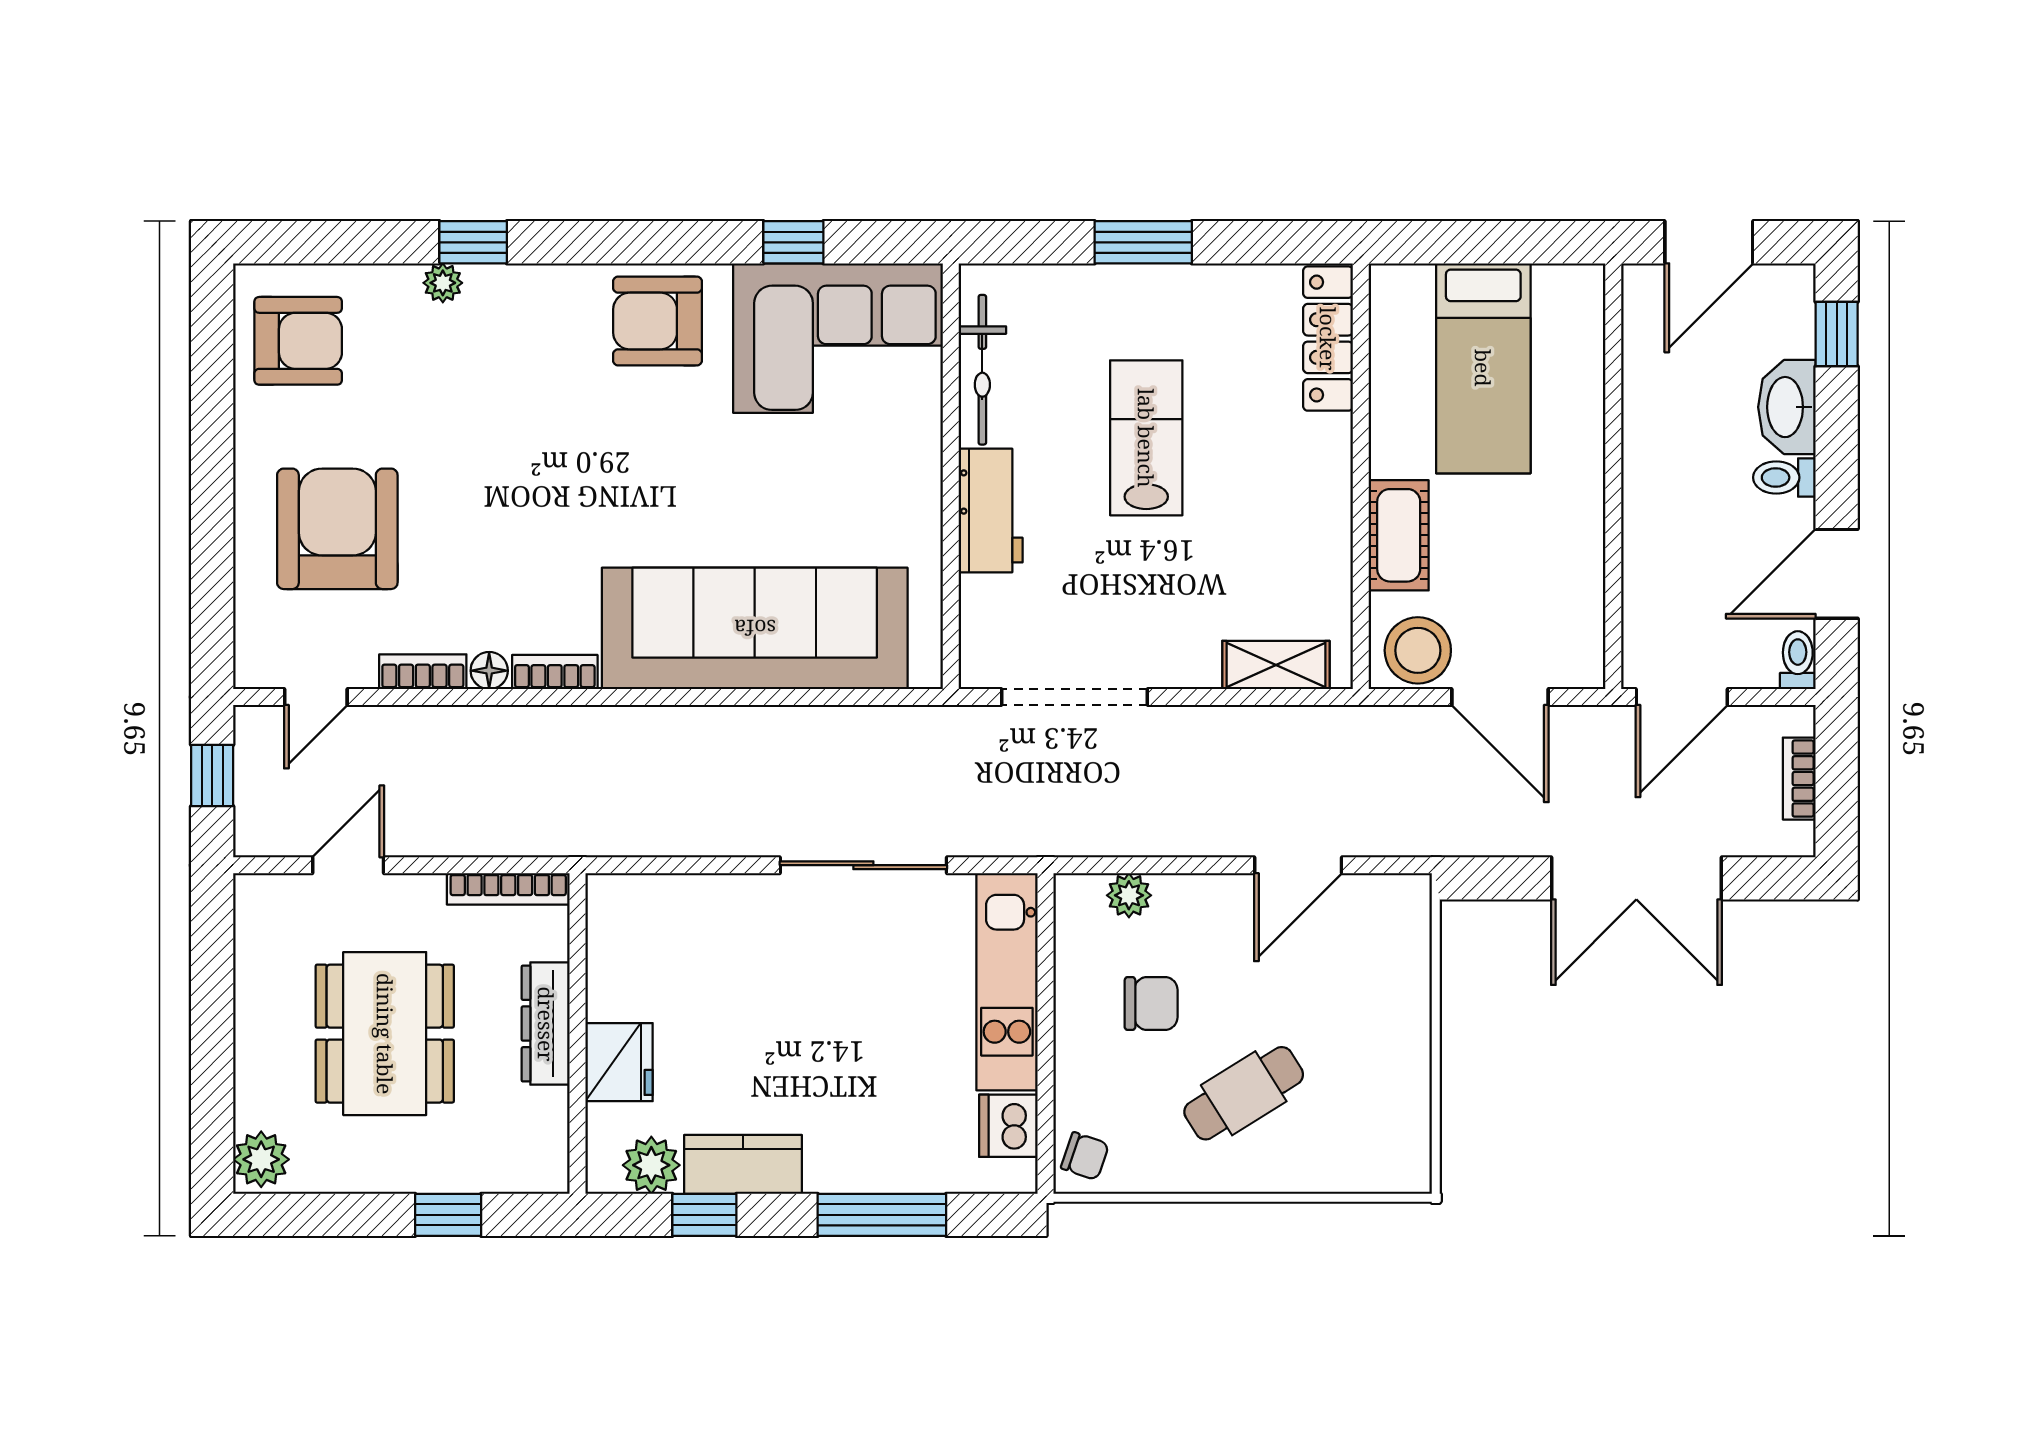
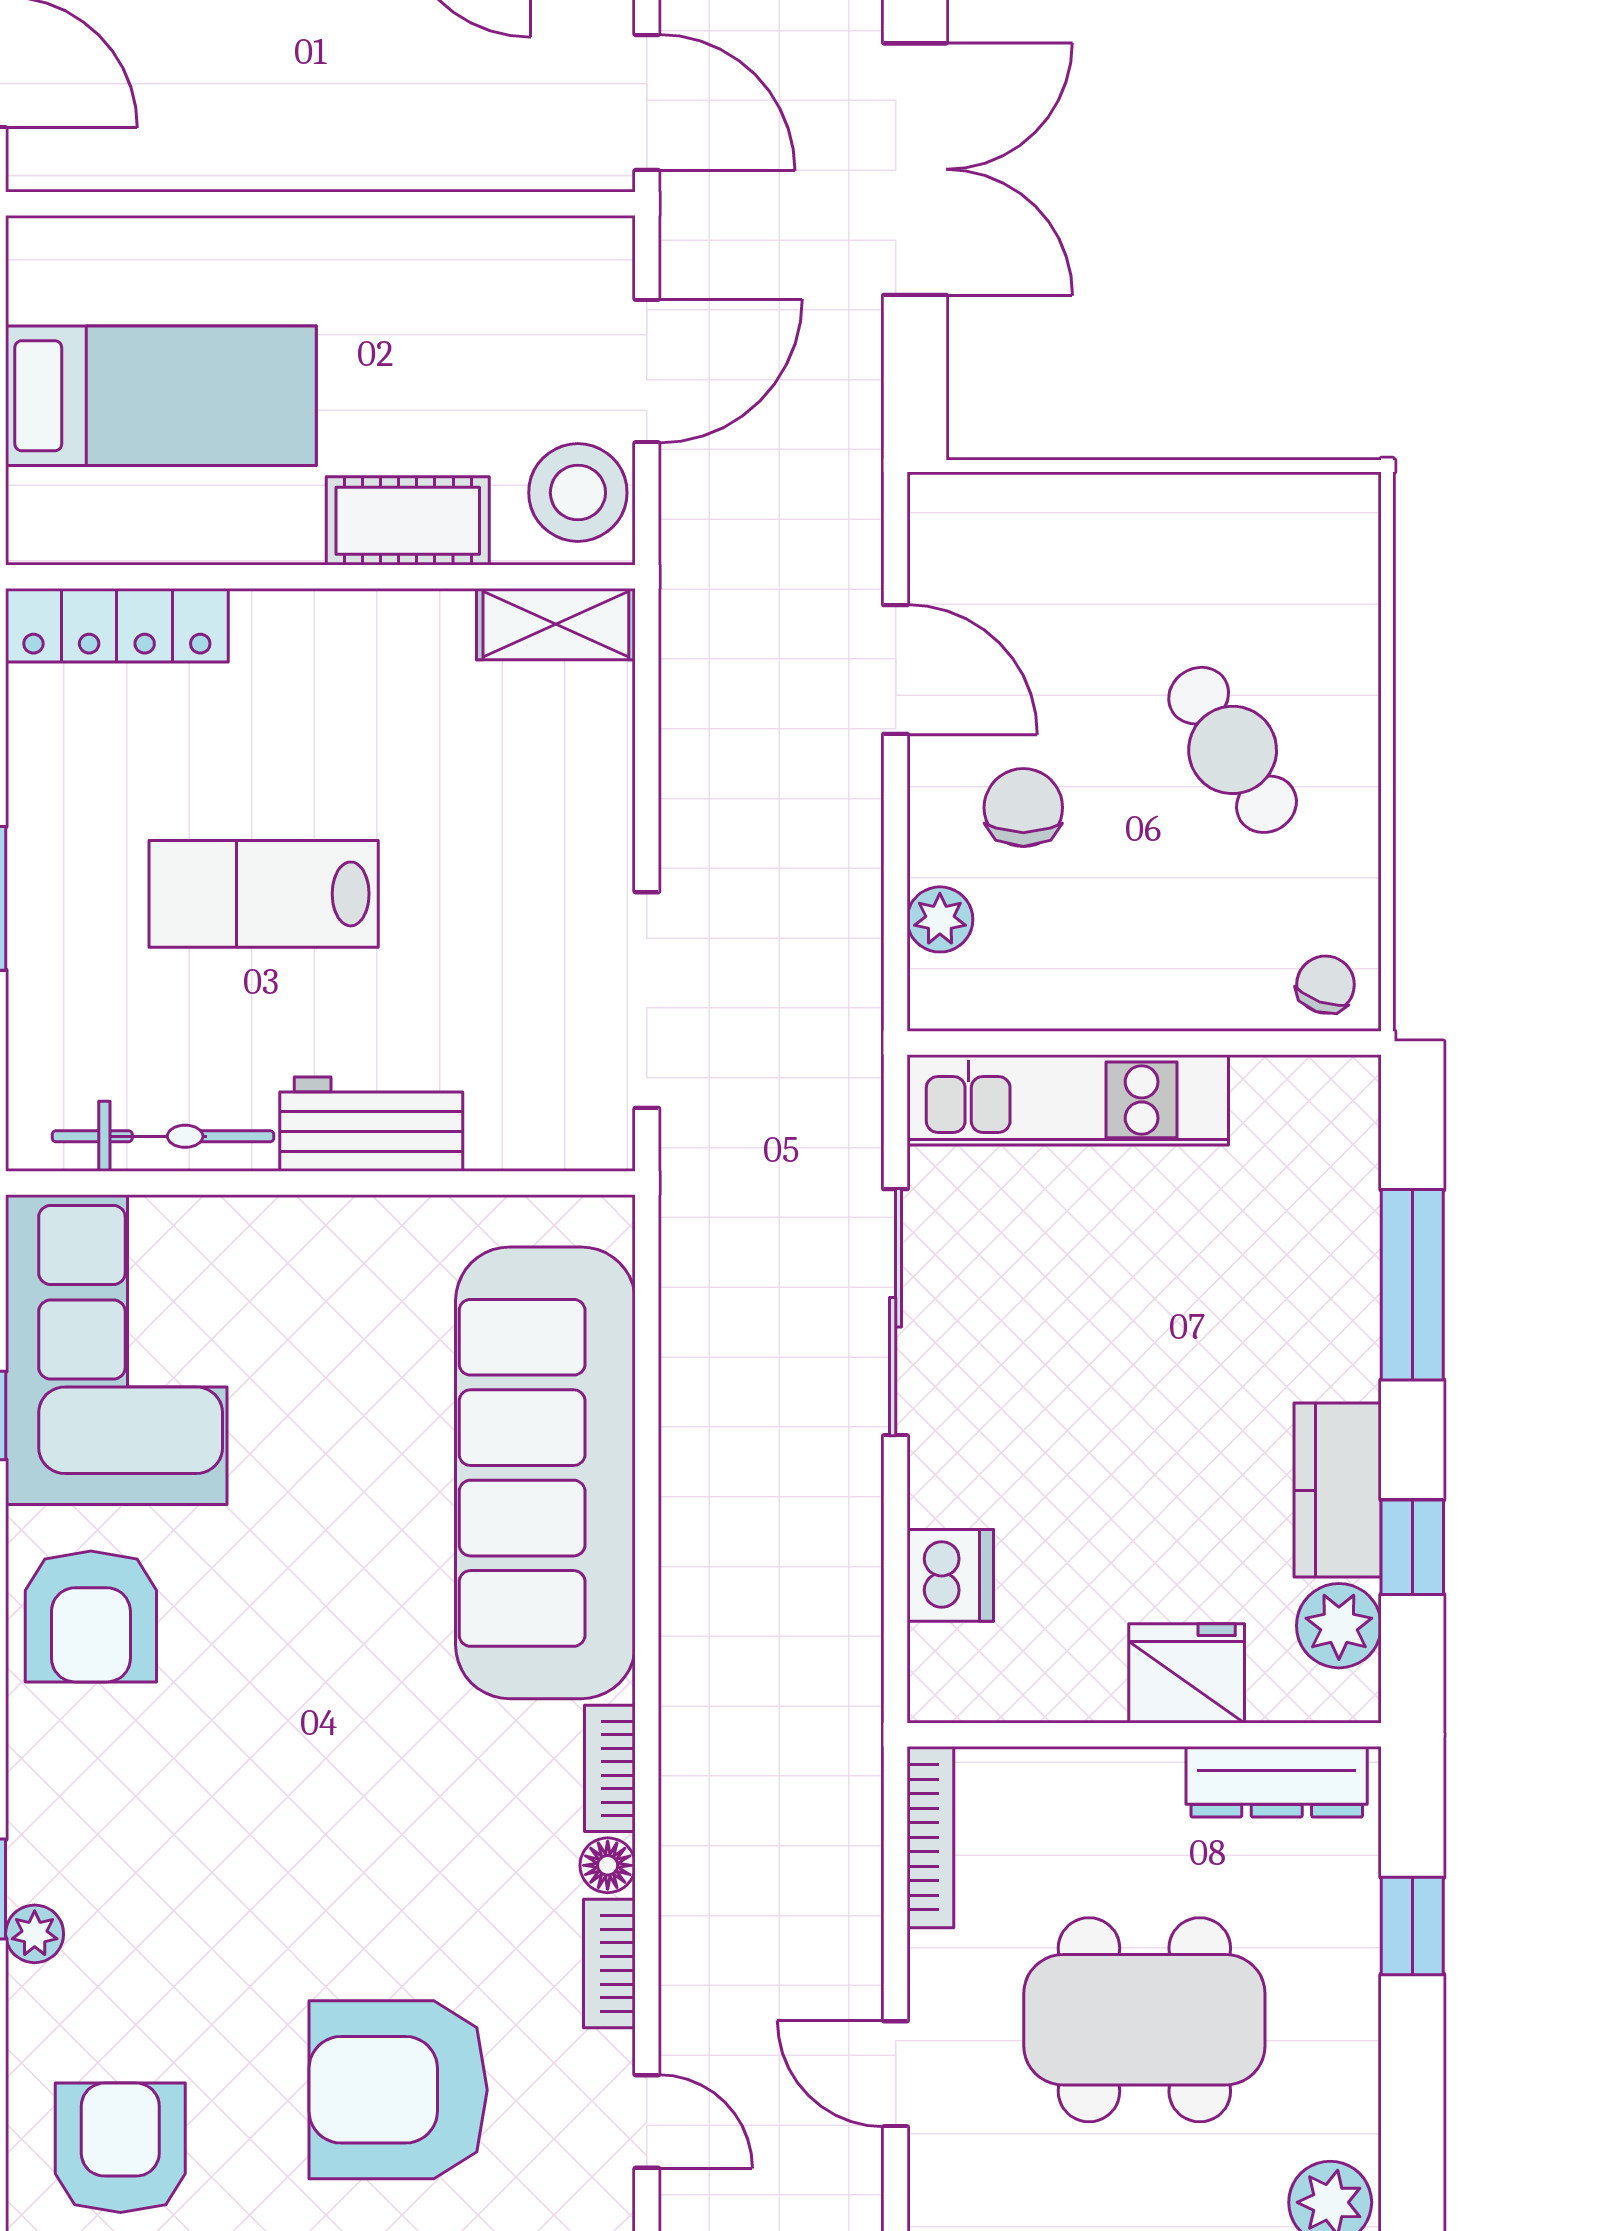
shelving: (1276, 665) -> (556, 624), moved, turned 90
chair: (1151, 1004) -> (1023, 808), moved
dresser: (546, 1024) -> (1277, 1782), moved
dishwasher: (1008, 1126) -> (950, 1575), moved, turned -90

